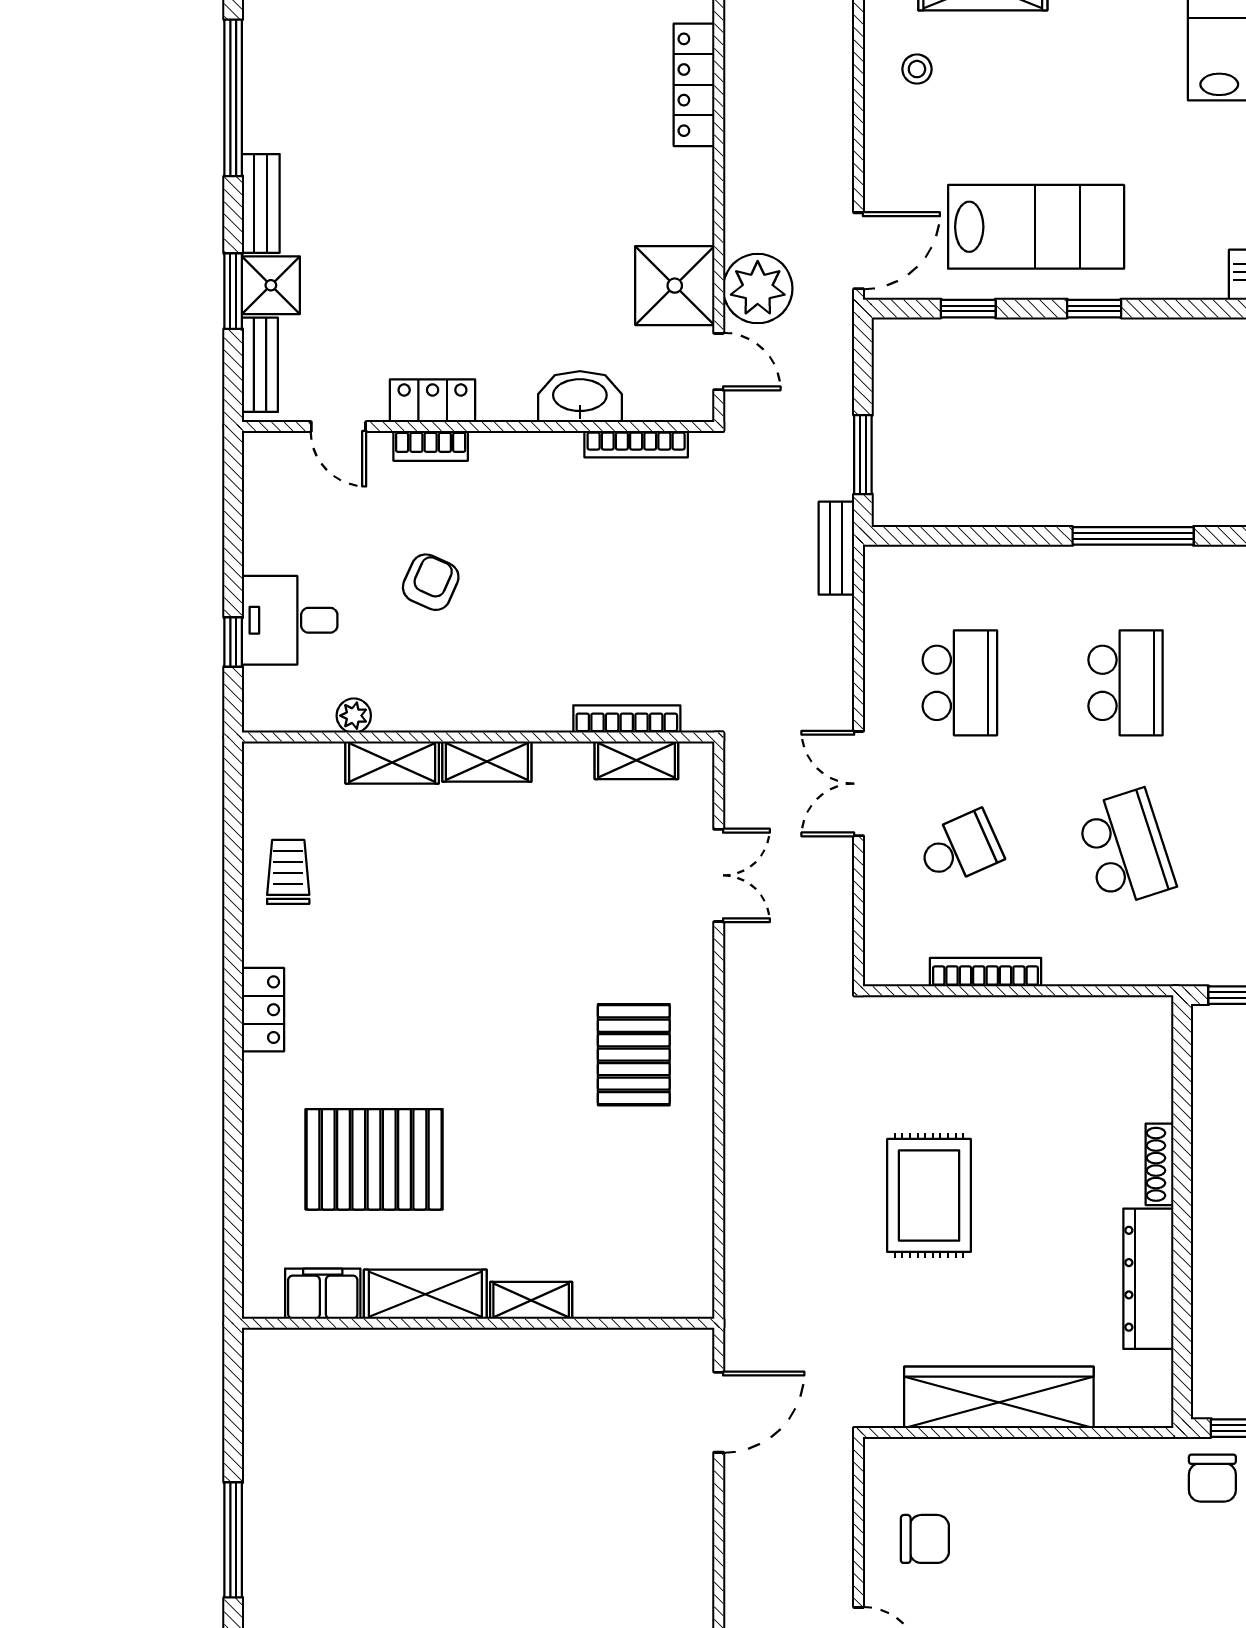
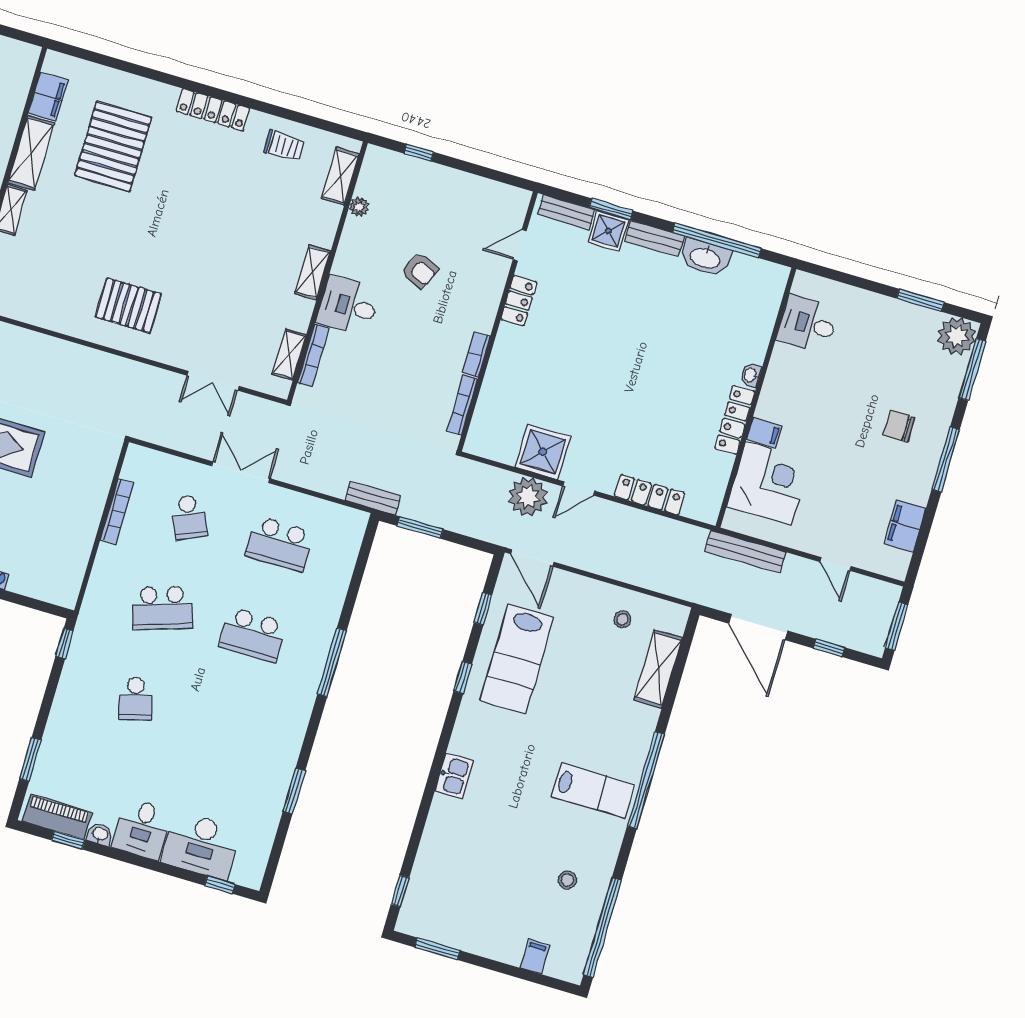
door: (719, 362) -> (579, 489), moved
washbasin: (580, 397) -> (705, 257), moved, turned 90
bookcase: (431, 446) -> (476, 354), moved
desk: (290, 620) -> (348, 306), moved, turned -90
shelving: (392, 763) -> (340, 176), moved
locker: (263, 1010) -> (213, 110), width x1.53

